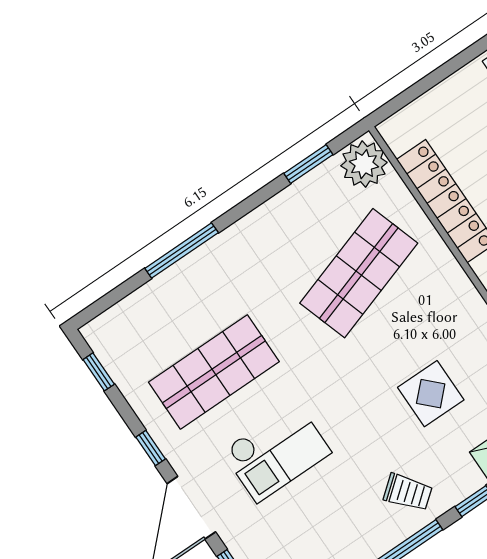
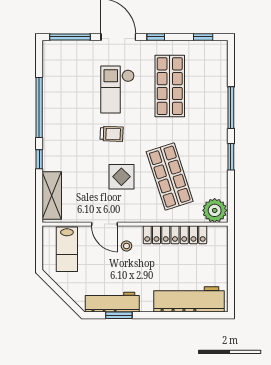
window: (308, 164) -> (231, 157), moved
display table: (431, 394) -> (121, 177), moved
trolley: (408, 492) -> (112, 134), moved, turned -139

